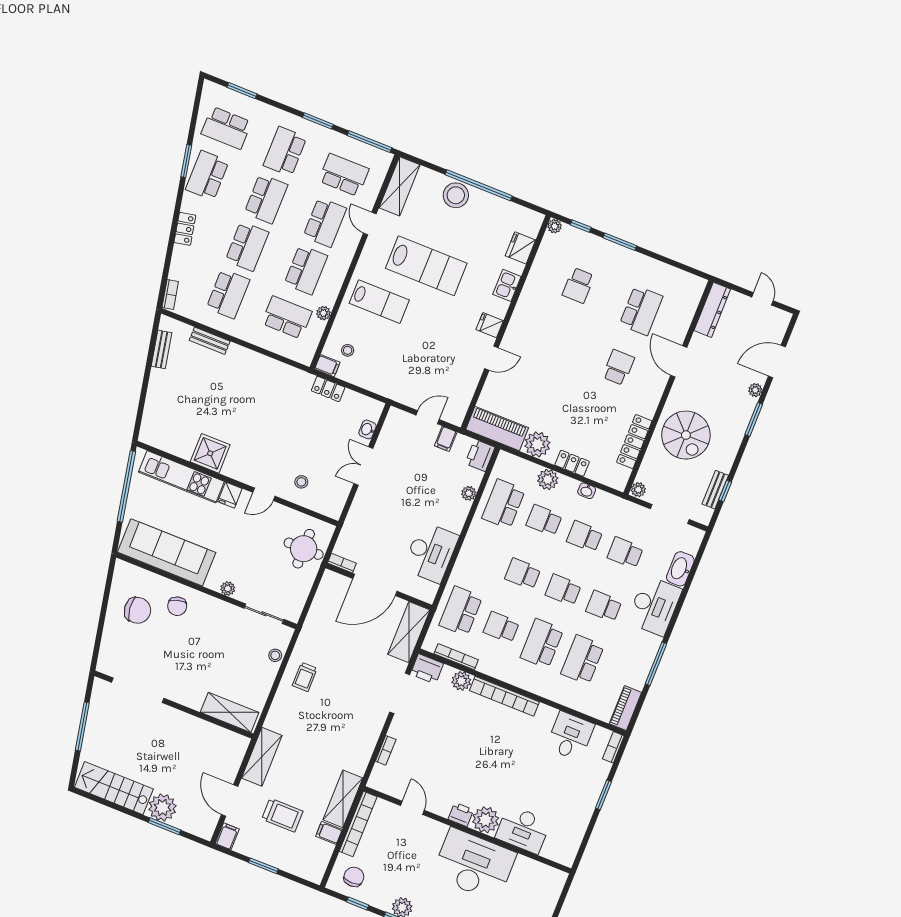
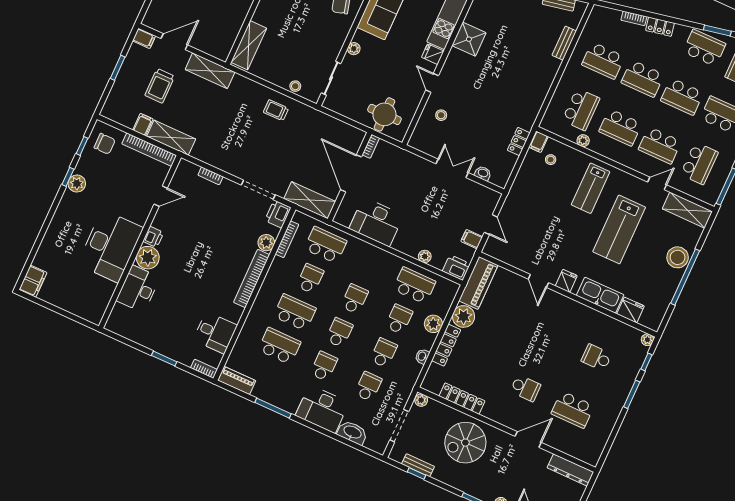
kitchen sink: (507, 285) -> (600, 295), width x1.87, depth x1.24
bookcase: (170, 294) -> (634, 18), moved
locker: (572, 463) -> (446, 345), width x1.53

